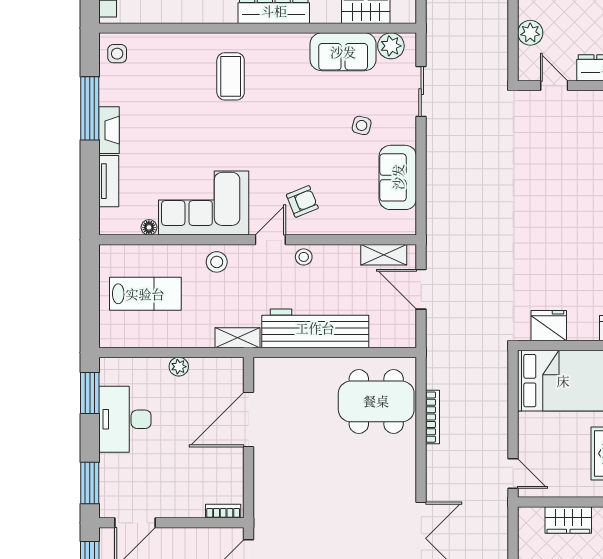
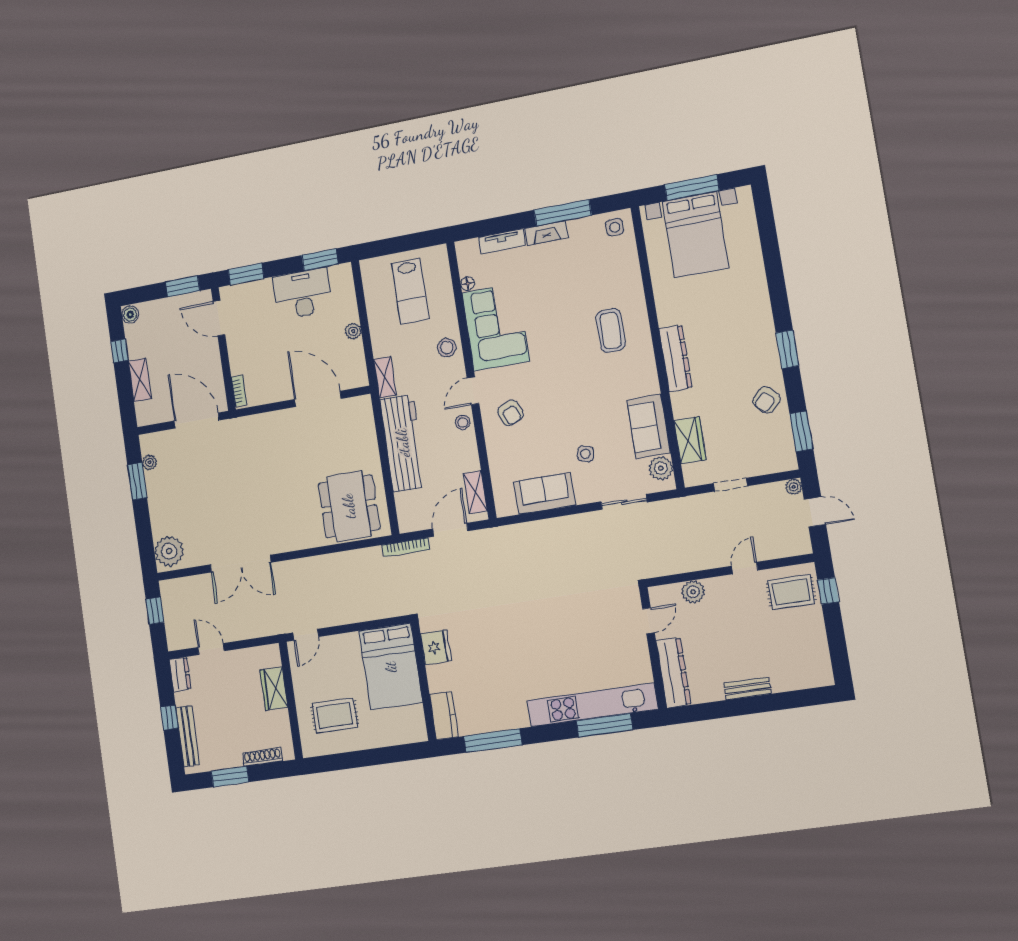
coffee table: (231, 76) -> (611, 330), turned 90
door: (270, 240) -> (473, 391), swing flipped
bookcase: (433, 417) -> (406, 547), moved

